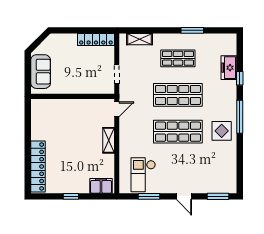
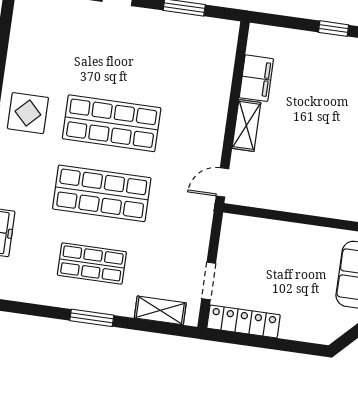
window: (192, 30) -> (92, 318), moved
doorway: (117, 74) -> (209, 281), moved
checkout: (143, 175) -> (190, 50), removed
filing cabinet: (101, 186) -> (256, 78), moved, turned -90

